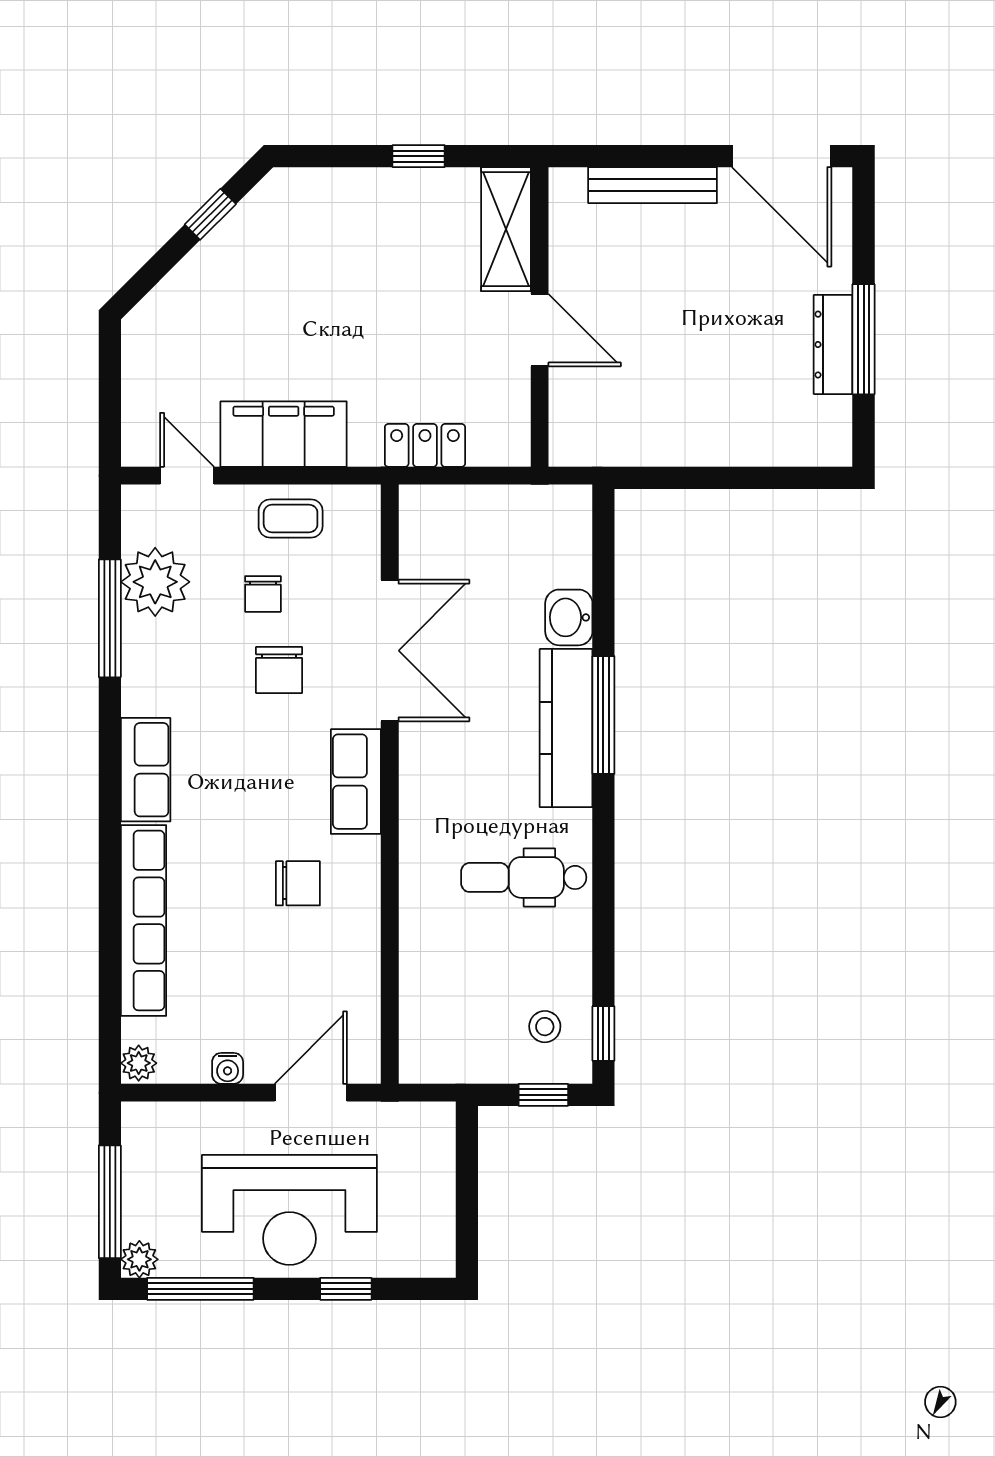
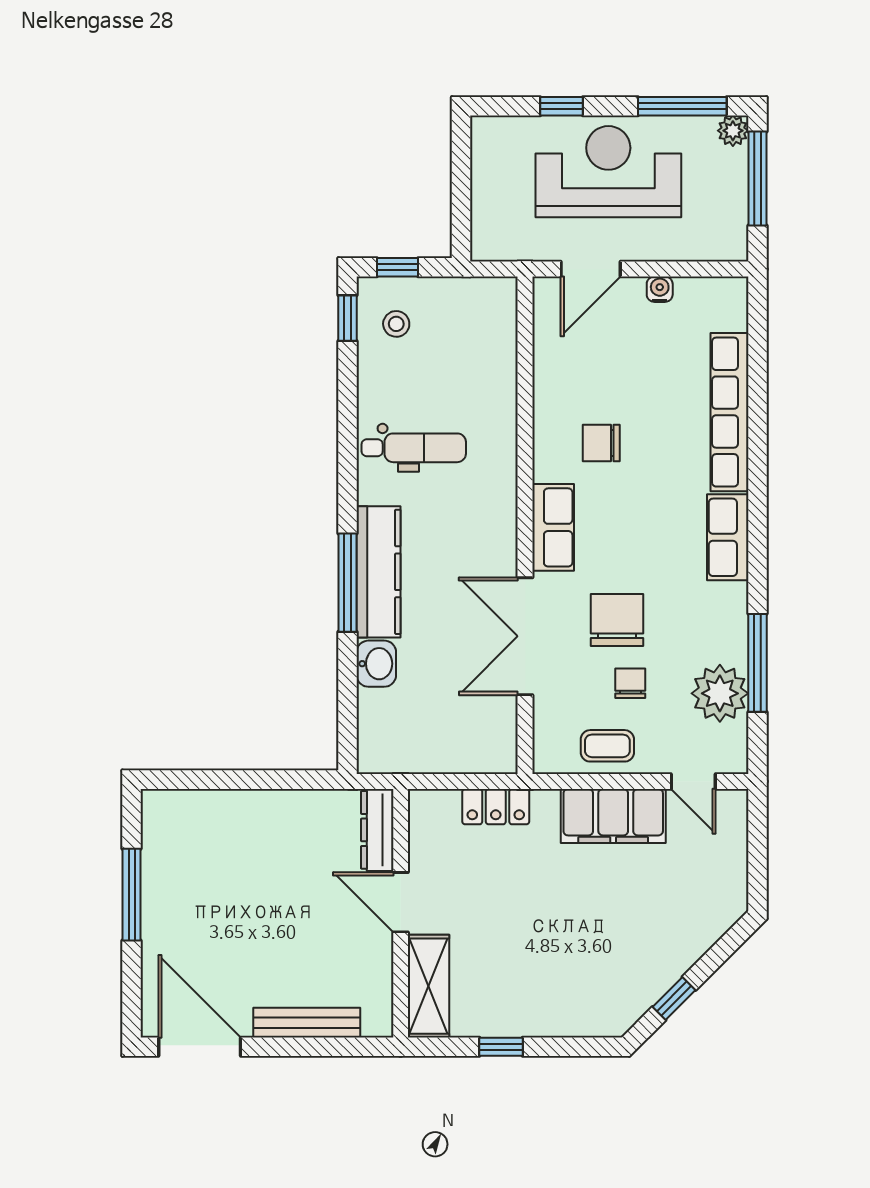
dresser: (833, 345) -> (377, 830), moved, turned 180
chair: (279, 670) -> (617, 620), width x1.37, depth x1.37
plant: (139, 1063) -> (733, 294), removed

